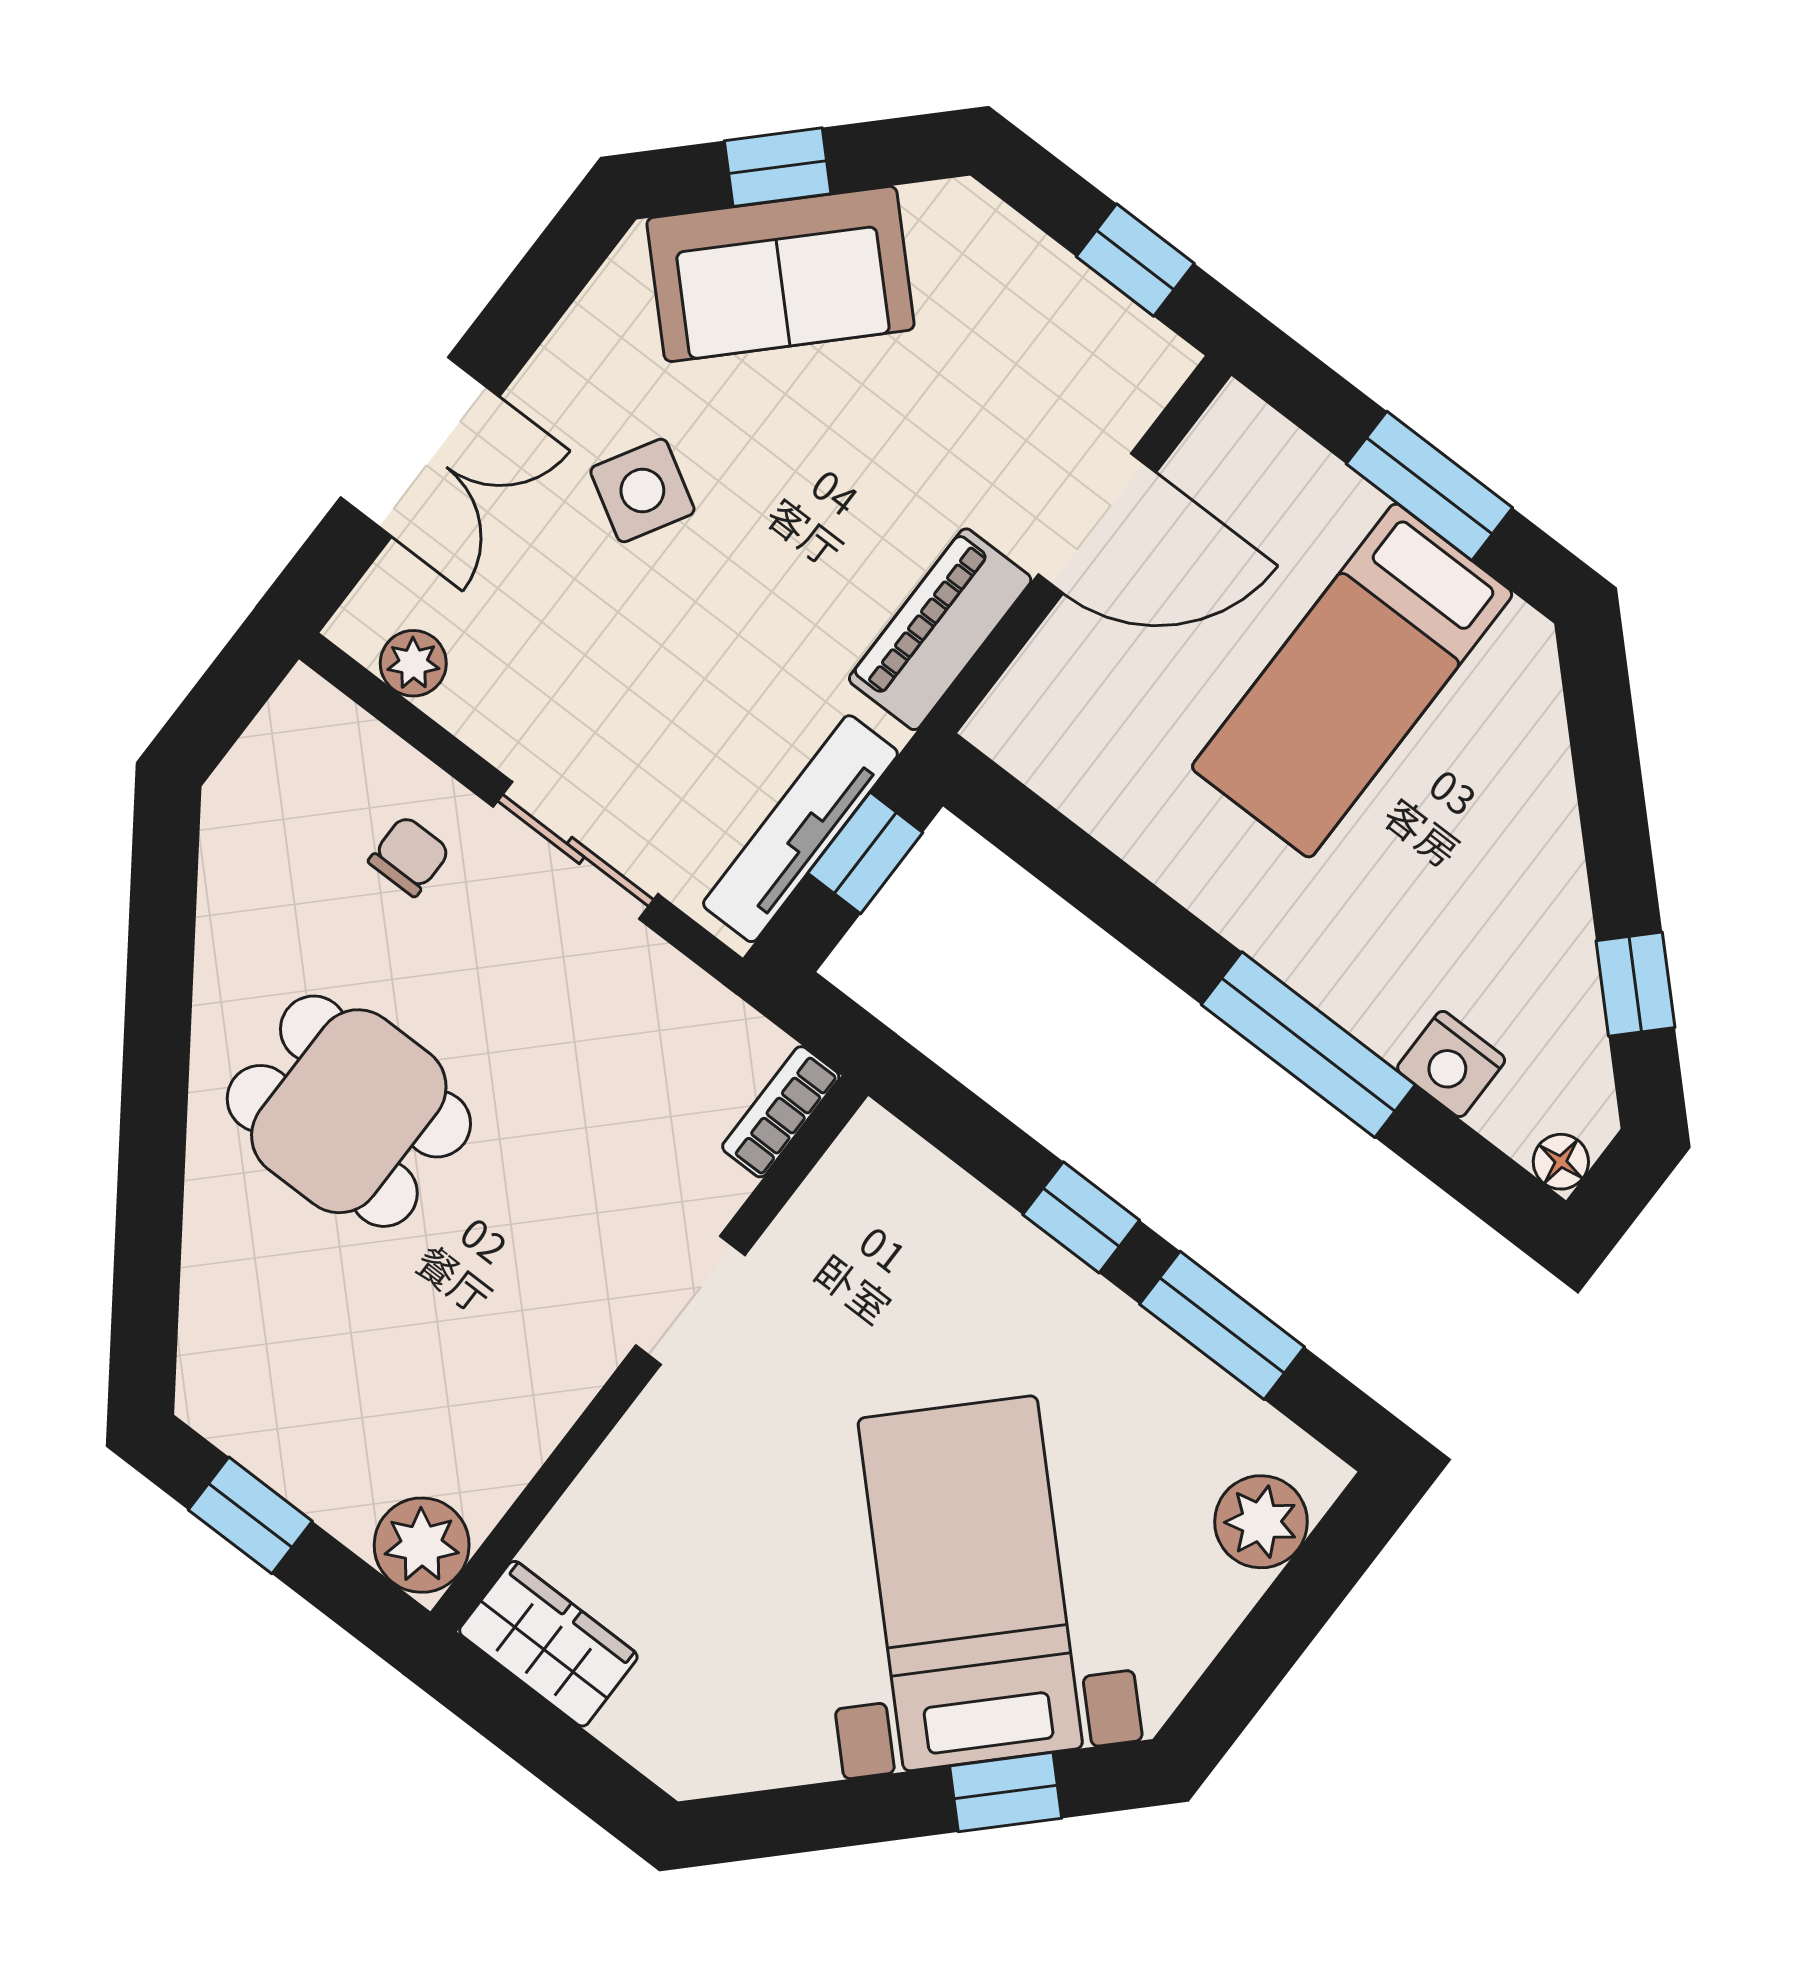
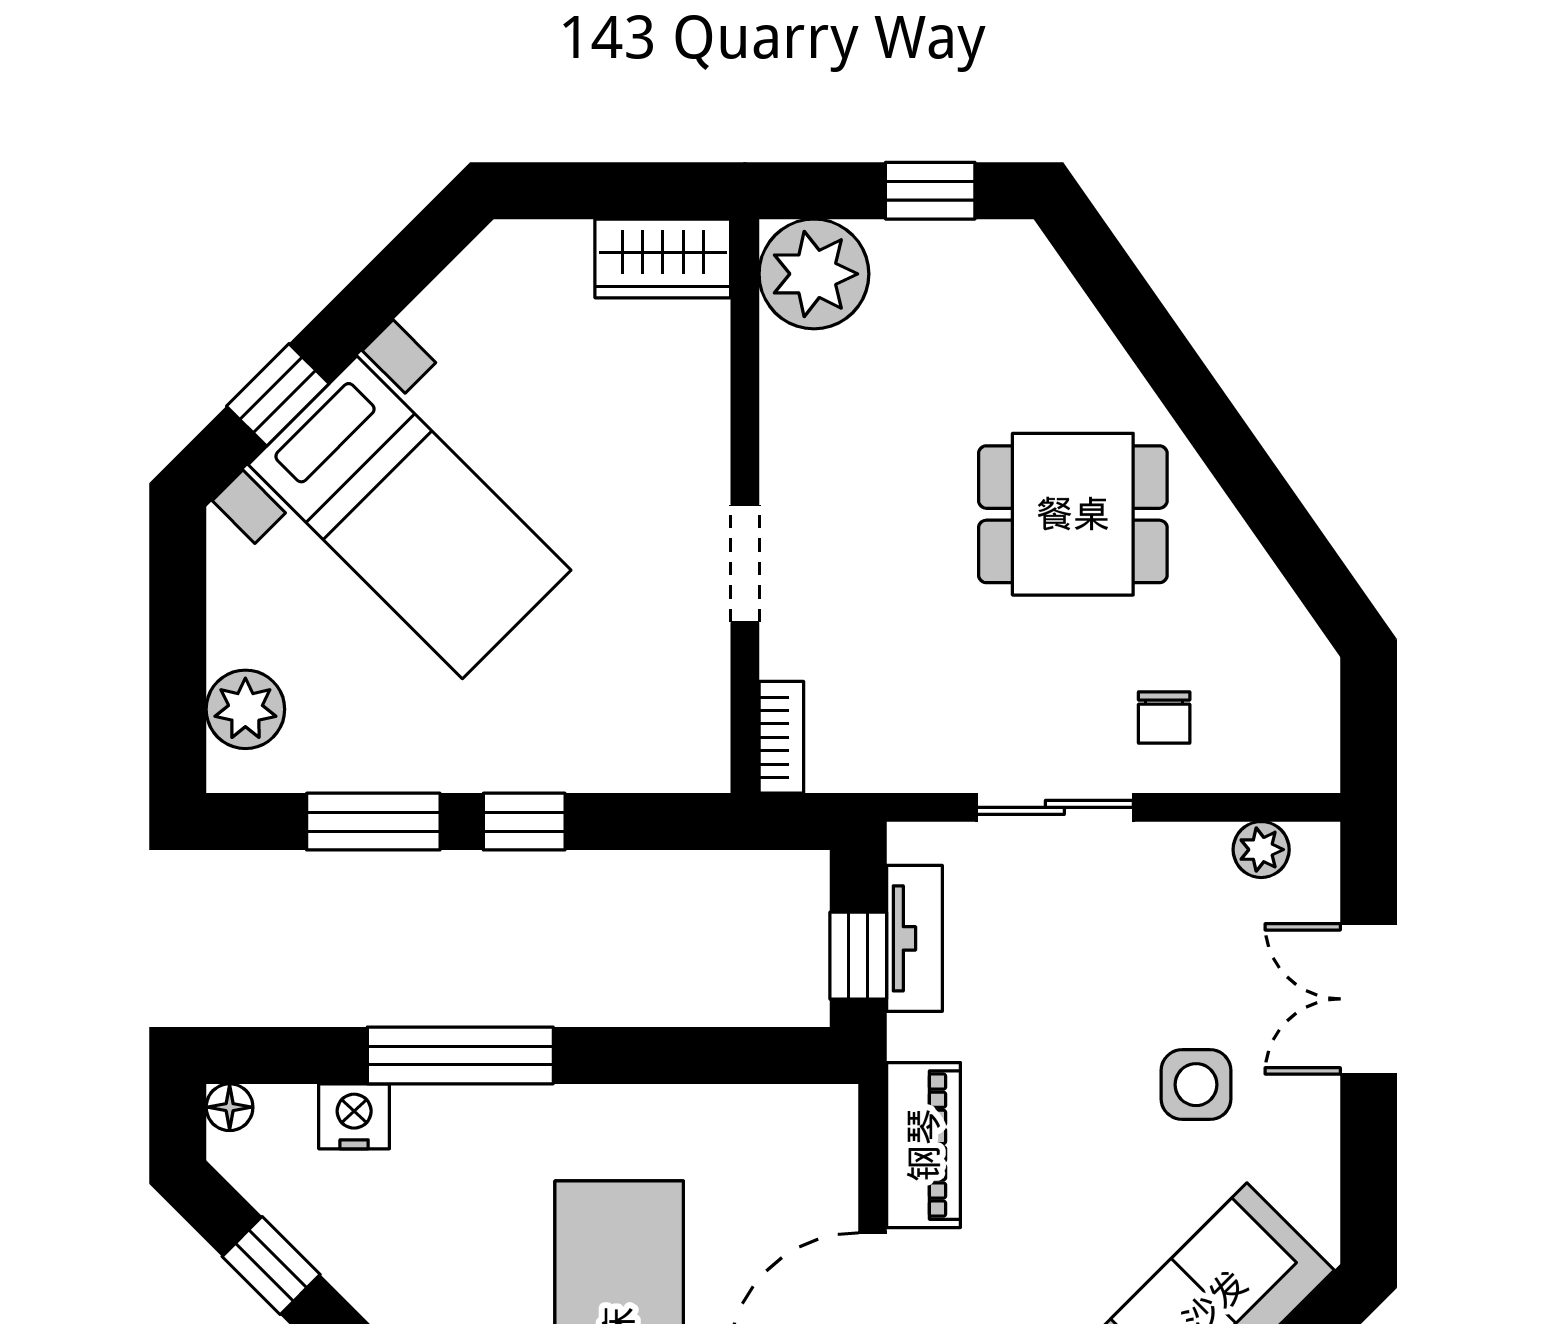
side table: (642, 491) -> (1196, 1085), turned -30
tv unit: (800, 829) -> (914, 938), width x0.71
plant: (422, 1545) -> (814, 274), width x1.36, depth x1.36

